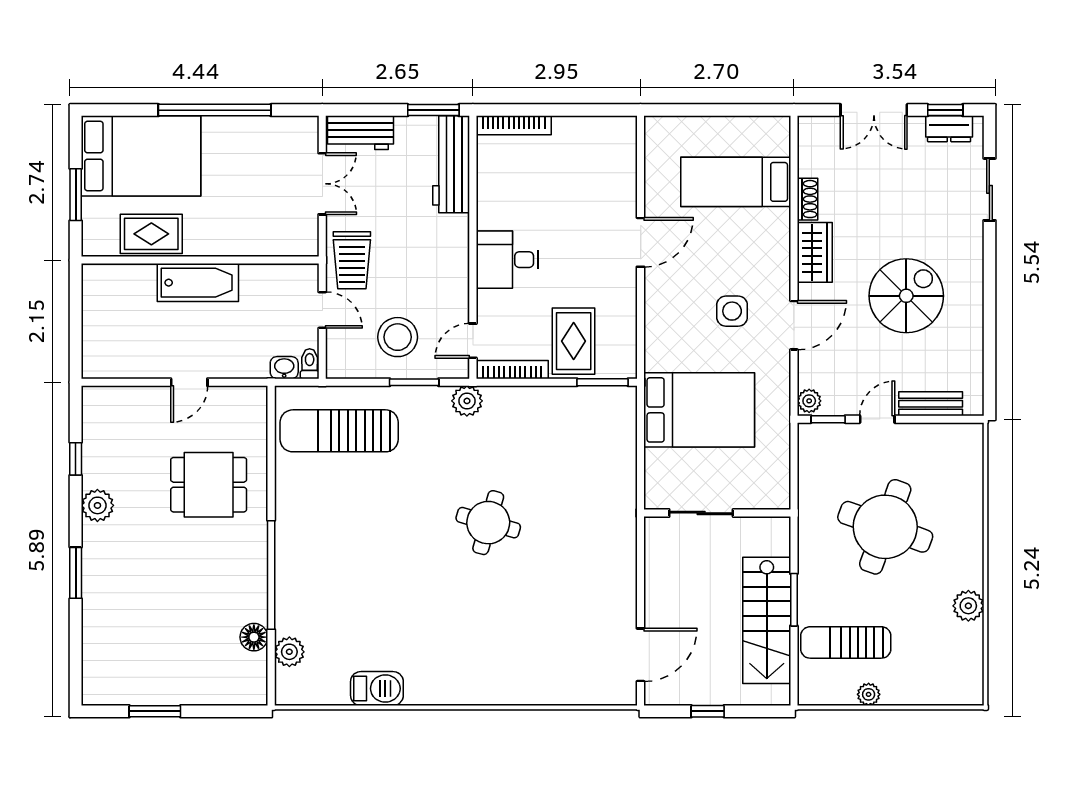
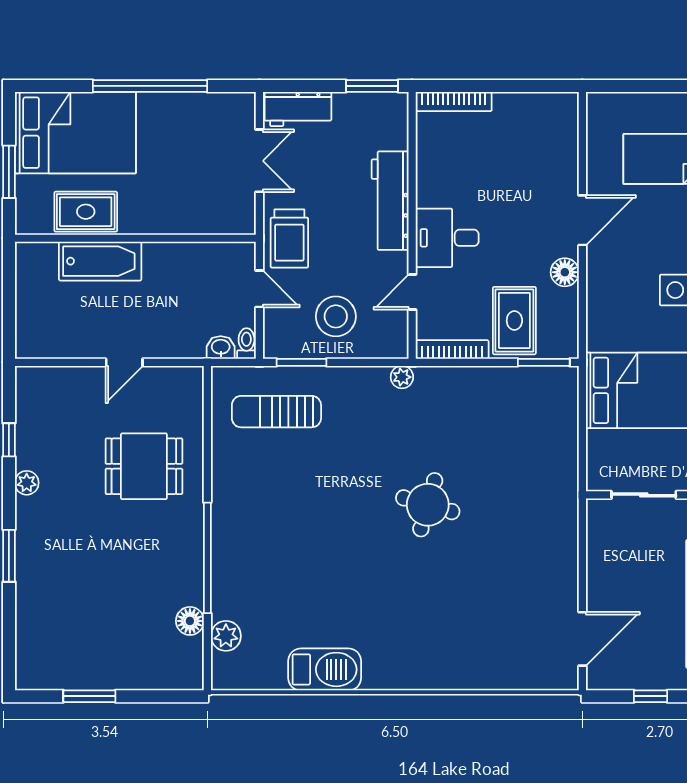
workbench: (451, 164) -> (390, 201), moved
bathtub: (198, 283) -> (100, 261), moved
floor lamp: (623, 294) -> (565, 272), added
door: (473, 341) -> (412, 292), moved
window: (414, 382) -> (301, 362), moved
plant: (467, 401) -> (402, 377), width x0.73, depth x0.73
sun lounger: (339, 431) -> (276, 412), width x0.73, depth x0.75
plant: (97, 505) -> (27, 483), width x0.73, depth x0.73
barbecue: (377, 689) -> (325, 669), width x1.37, depth x1.21

